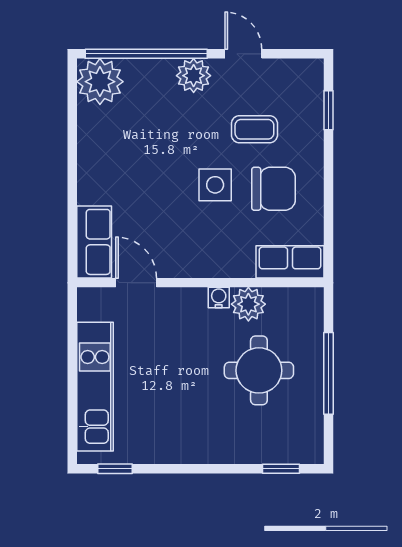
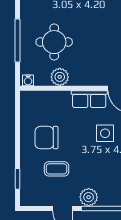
side table: (215, 185) -> (105, 133), moved
row of seats: (290, 262) -> (89, 99), moved
water cooler: (219, 298) -> (28, 80), moved

